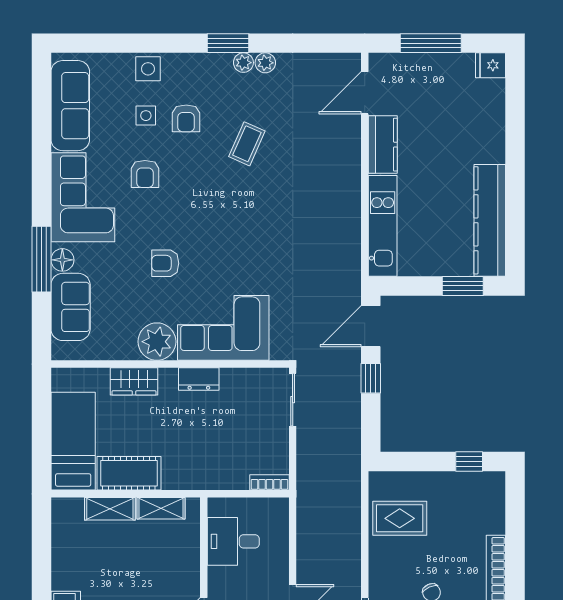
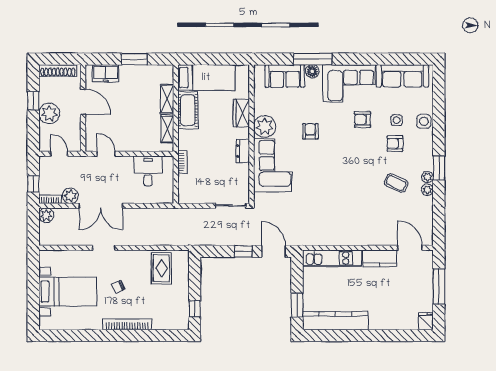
coffee table: (247, 144) -> (396, 183), moved
bookcase: (270, 482) -> (182, 162), moved
window: (41, 565) -> (134, 59), added

